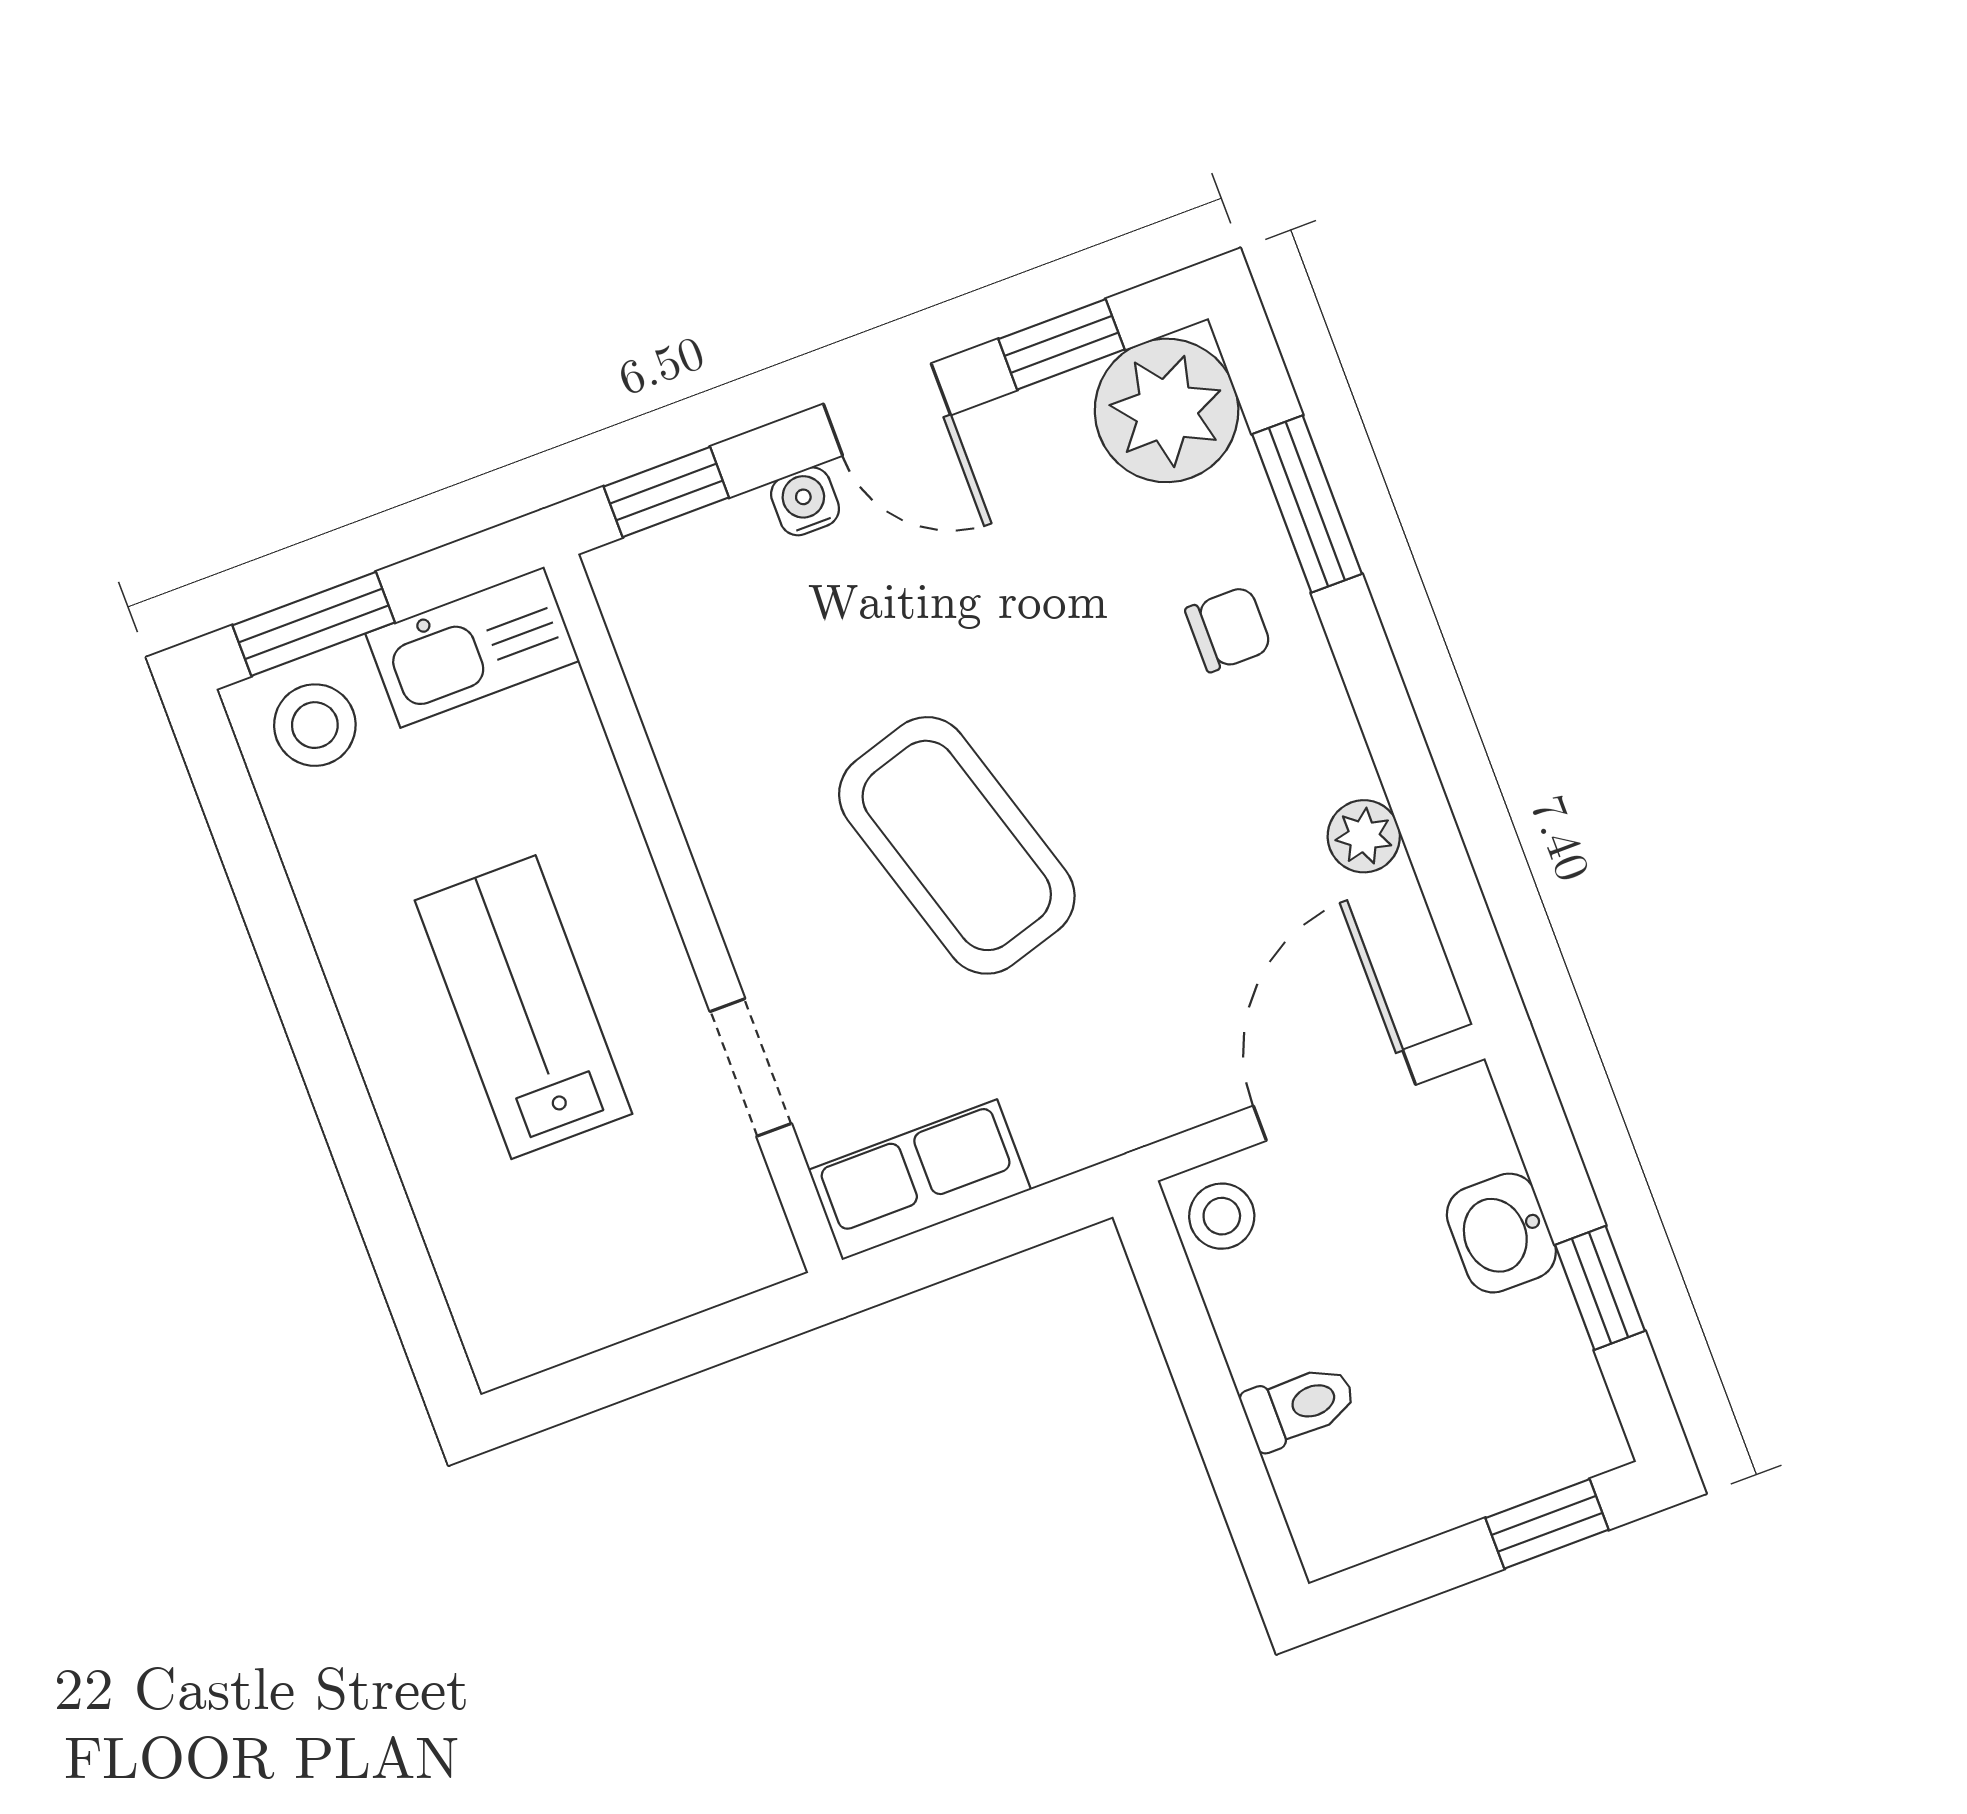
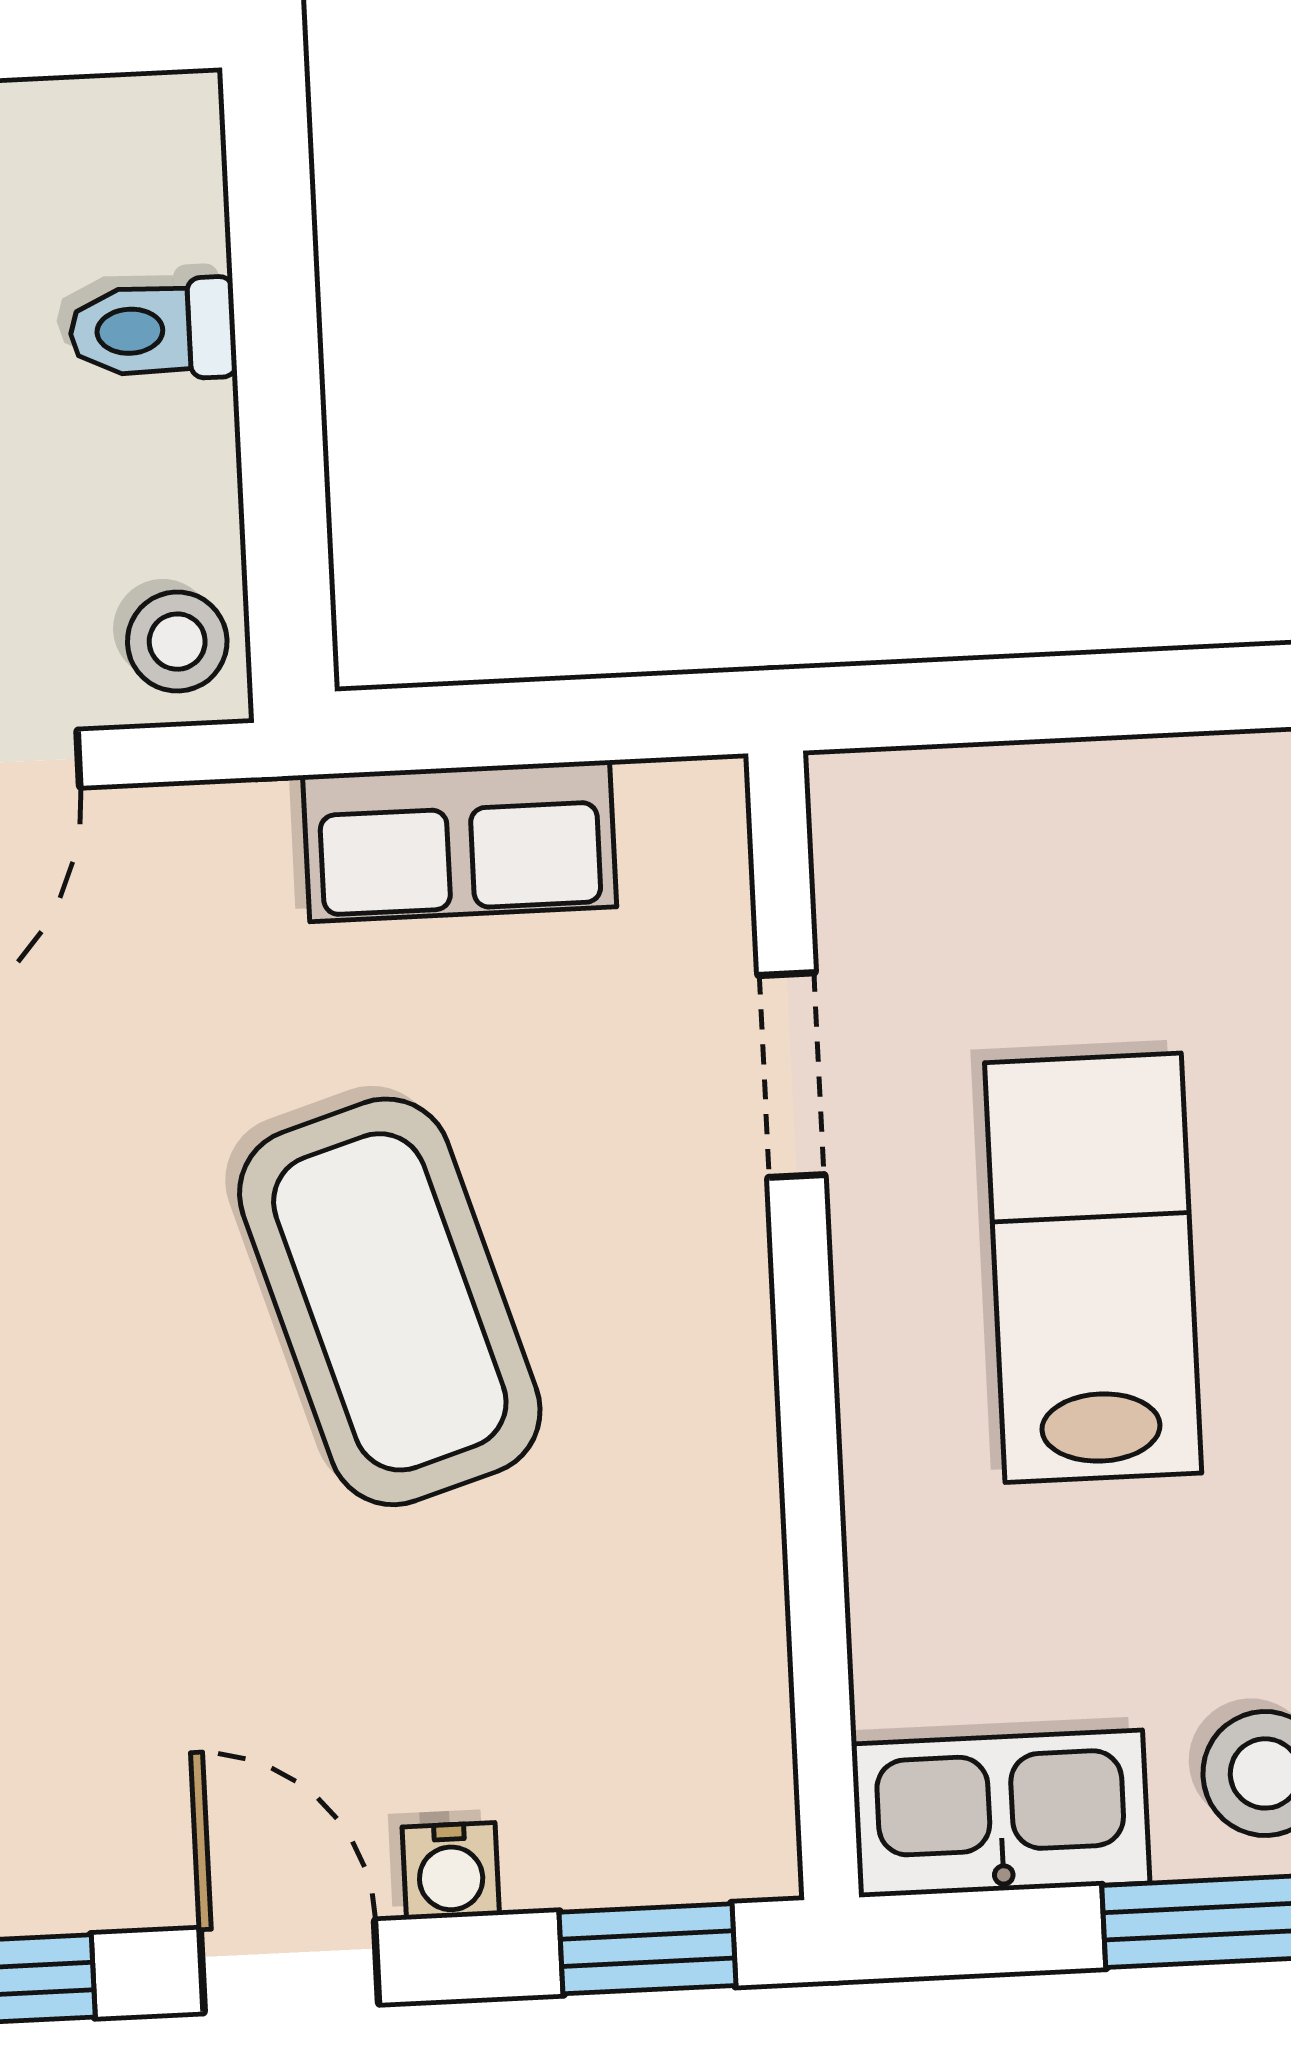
lab bench: (523, 1007) -> (1093, 1268), turned 180
row of seats: (920, 1180) -> (460, 841), moved

